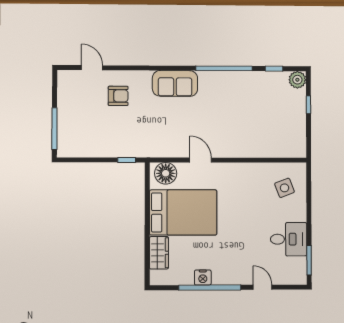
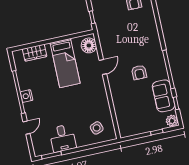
sofa: (175, 83) -> (163, 96), moved
armchair: (219, 111) -> (139, 72), added
bed: (183, 212) -> (65, 63), width x0.67
nightstand: (203, 278) -> (27, 96), moved

